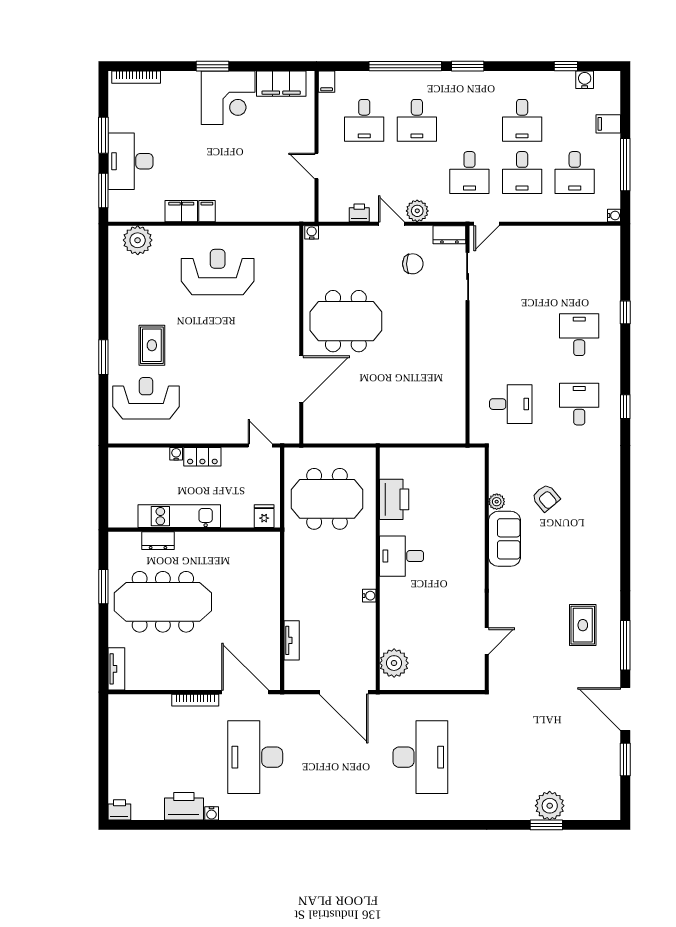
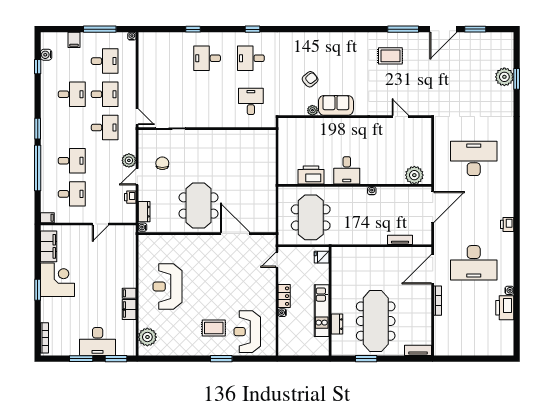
dresser: (449, 235) -> (144, 212), moved
printer: (119, 810) -> (507, 224), moved

